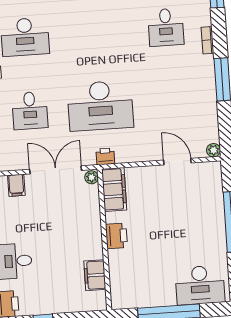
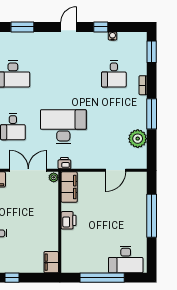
desk: (100, 106) -> (63, 127), turned 180
plant: (214, 150) -> (138, 139), moved, width x1.88, depth x1.88
door: (177, 162) -> (116, 170), swing flipped
filing cabinet: (95, 275) -> (51, 262), moved

